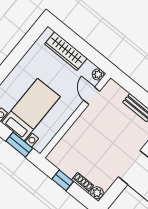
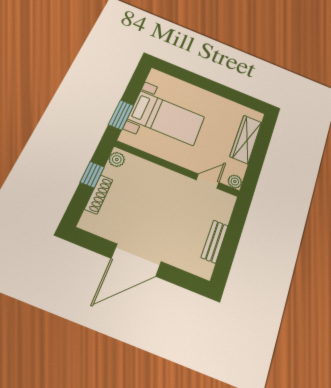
shoe rack: (83, 183) -> (99, 194), width x1.43
plant: (97, 193) -> (117, 159), moved

